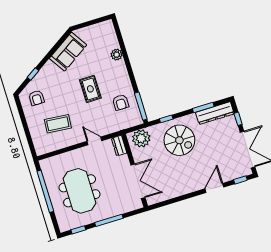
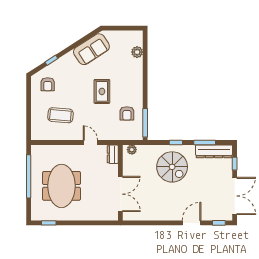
plant: (117, 55) -> (137, 52), moved
window: (166, 119) -> (176, 143), moved
plant: (141, 138) -> (132, 150), width x0.53, depth x0.53
window: (109, 220) -> (81, 223), removed

